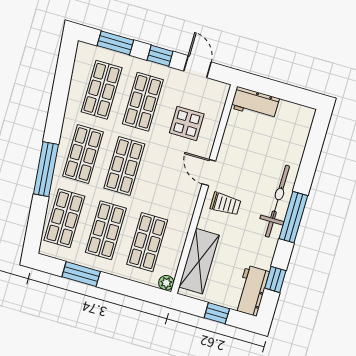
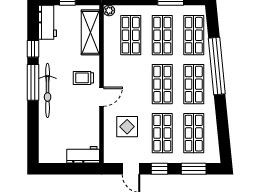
window: (46, 169) -> (217, 66), width x1.46
door: (209, 173) -> (102, 97), hinge flipped
window: (275, 279) -> (33, 49), moved

